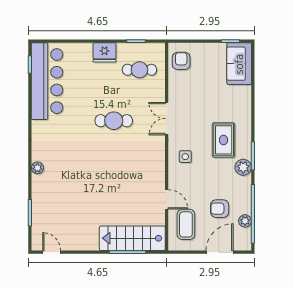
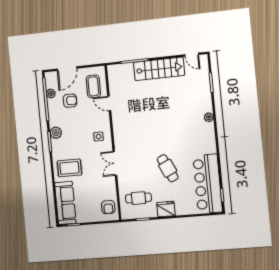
sofa: (239, 64) -> (65, 203), width x1.36
double door: (167, 119) -> (115, 163), swing flipped
cafe table: (114, 121) -> (168, 168), moved, turned 65
rug: (224, 140) -> (69, 168), moved, turned 90
stairs: (132, 238) -> (159, 69), moved

